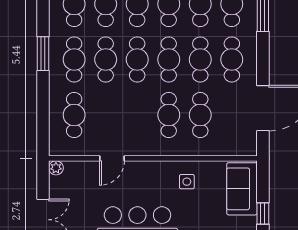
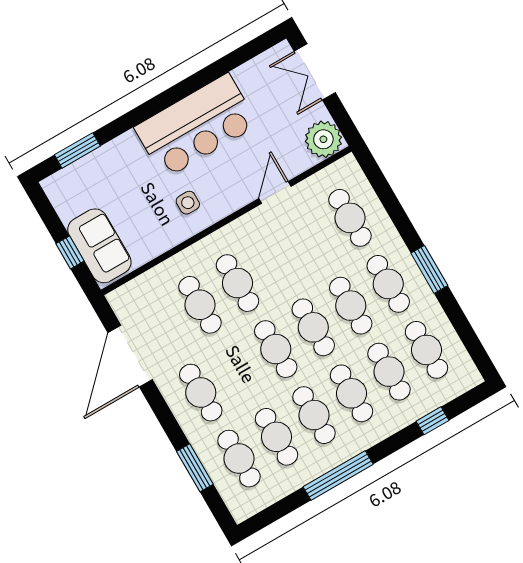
cafe table: (200, 59) -> (238, 371), removed
plant: (56, 168) -> (323, 139), width x1.87, depth x1.87
side table: (187, 182) -> (188, 203), moved
window: (263, 214) -> (70, 252), moved

